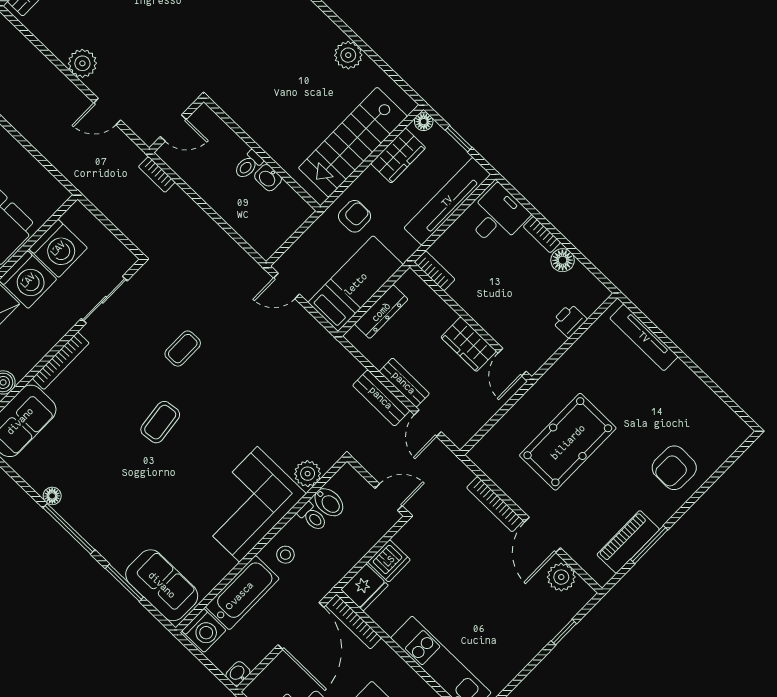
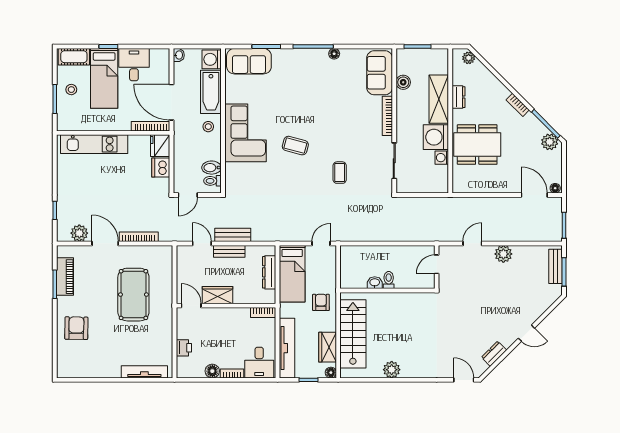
bookcase: (157, 174) -> (424, 237), removed
armchair: (355, 216) -> (321, 302), turned 180
washing machine: (58, 248) -> (442, 158), width x0.53, depth x0.53
coffee table: (160, 422) -> (295, 146), moved, turned -68
plant: (308, 474) -> (233, 171), removed
toilet: (312, 517) -> (212, 181), moved

